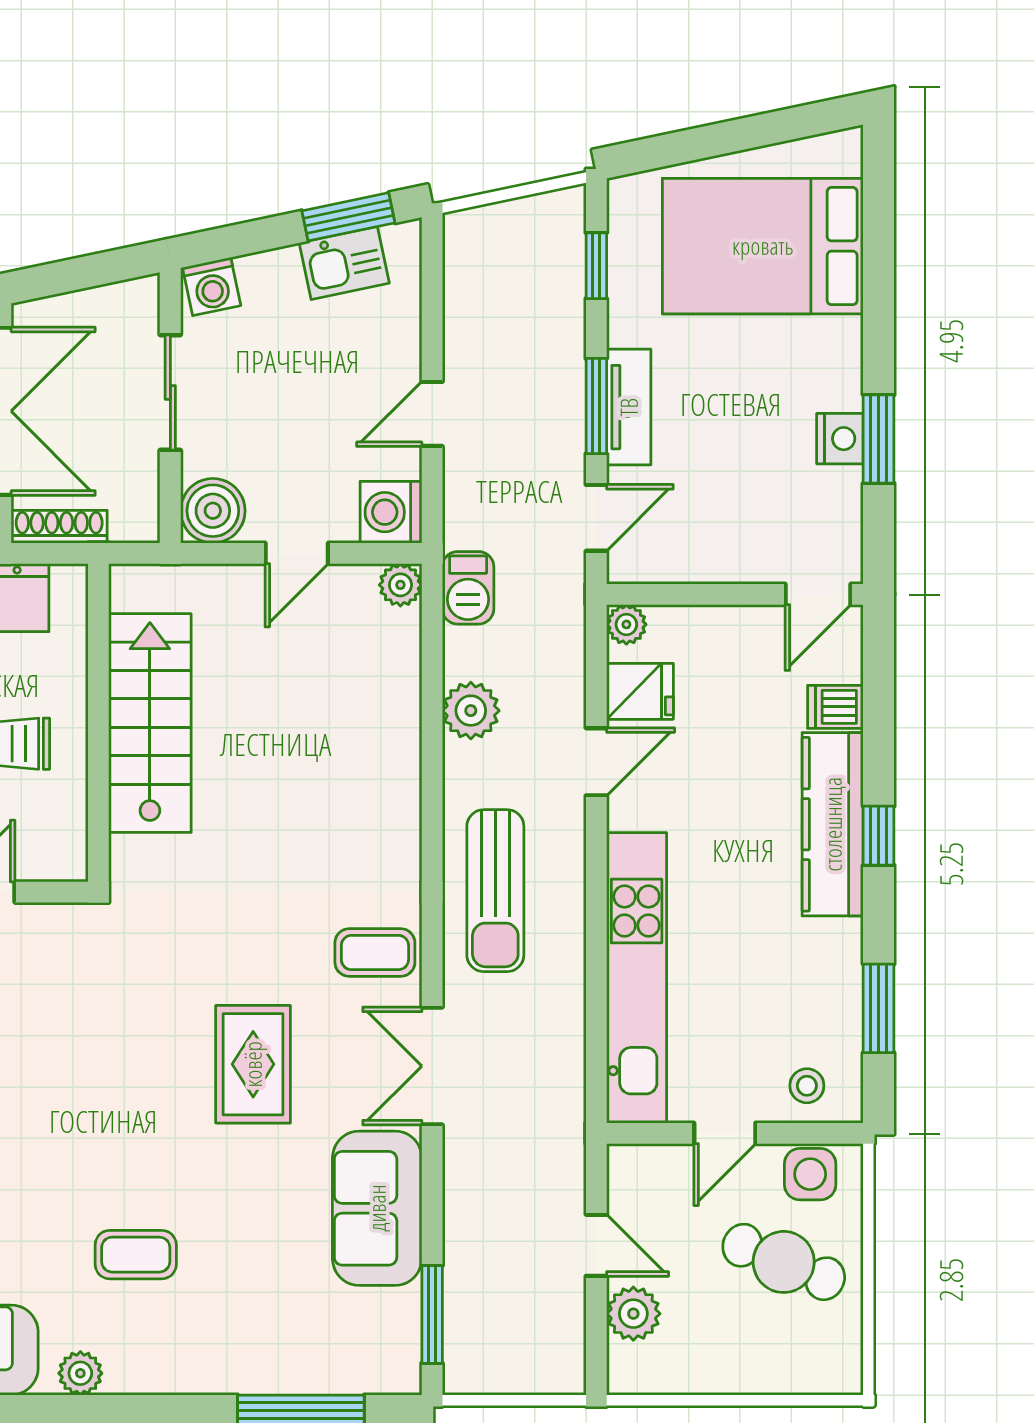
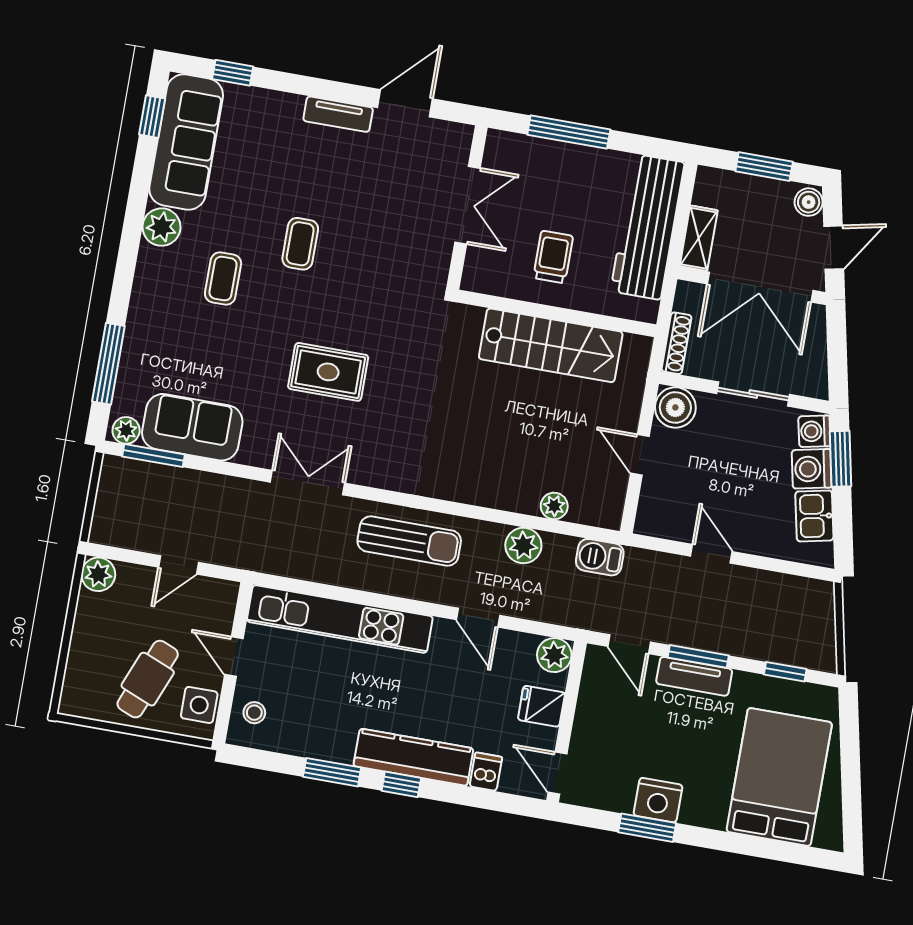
window: (348, 217) -> (840, 459), moved
nightstand: (840, 439) -> (658, 800), width x1.36, depth x1.33
washing machine: (391, 512) -> (812, 469), moved, turned -102
shoe rack: (59, 527) -> (676, 343), moved
plant: (400, 585) -> (554, 506), moved
plant: (626, 624) -> (554, 655), width x1.38, depth x1.38
fridge: (640, 691) -> (541, 706), moved, turned 90
sun lounger: (495, 891) -> (409, 541), turned 180
coffee table: (375, 953) -> (300, 244), moved
window: (879, 1008) -> (332, 772), moved
sofa: (377, 1208) -> (192, 427), moved
plant: (633, 1314) -> (98, 574), moved
plant: (400, 1364) -> (126, 430), added
plant: (80, 1373) -> (162, 227), width x1.38, depth x1.38

